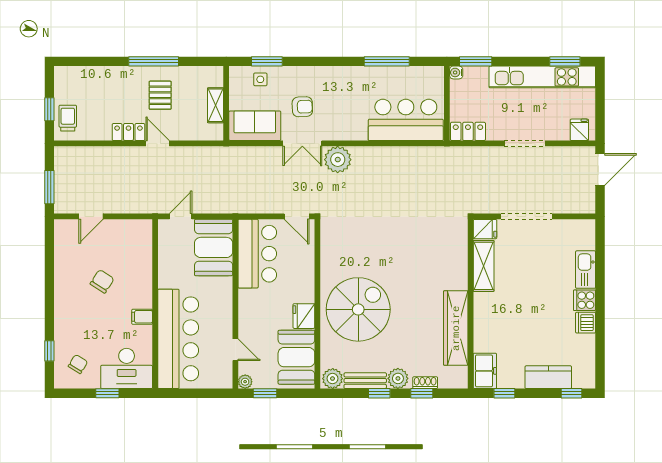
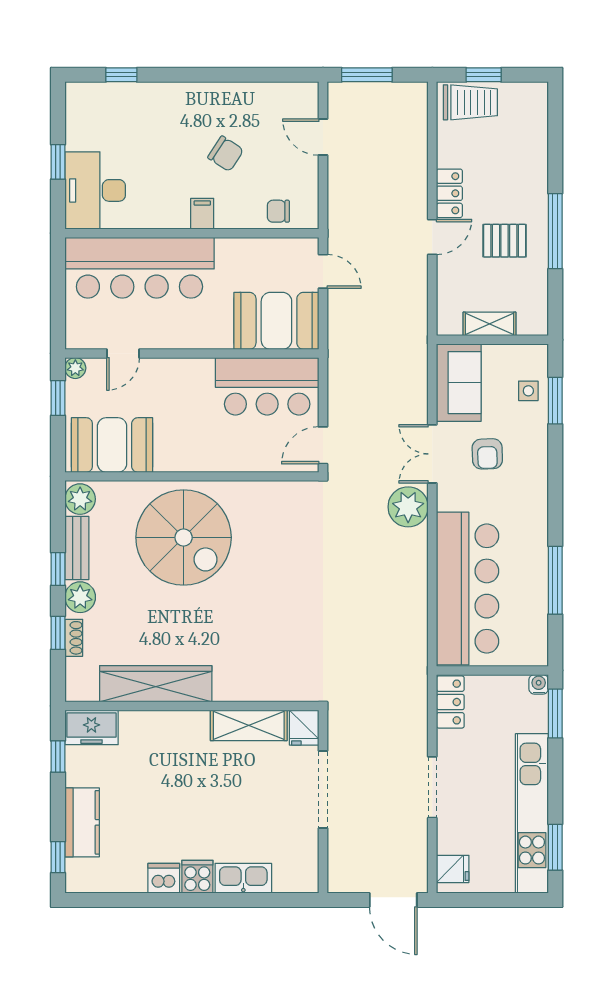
trolley: (68, 118) -> (470, 102), width x1.36, depth x1.39
bar counter: (406, 120) -> (468, 589), width x1.36
fridge: (304, 316) -> (174, 456), removed
filing cabinet: (142, 317) -> (202, 214), moved
chair: (78, 364) -> (278, 211), moved, turned 148

